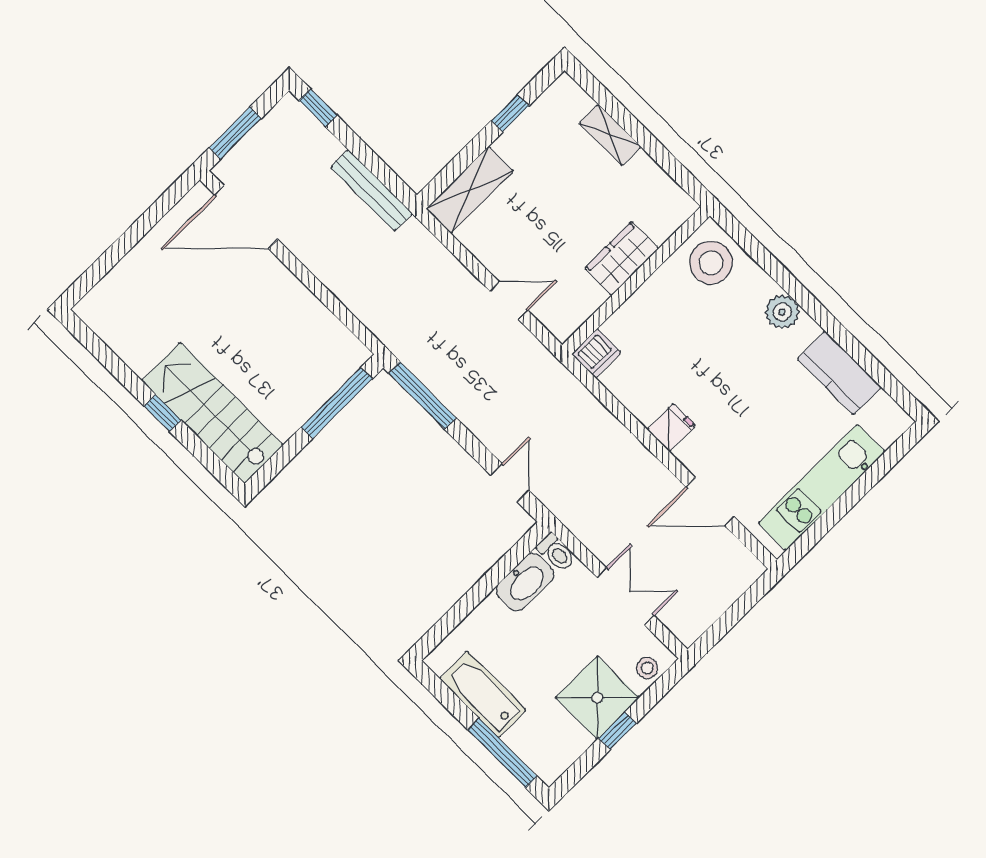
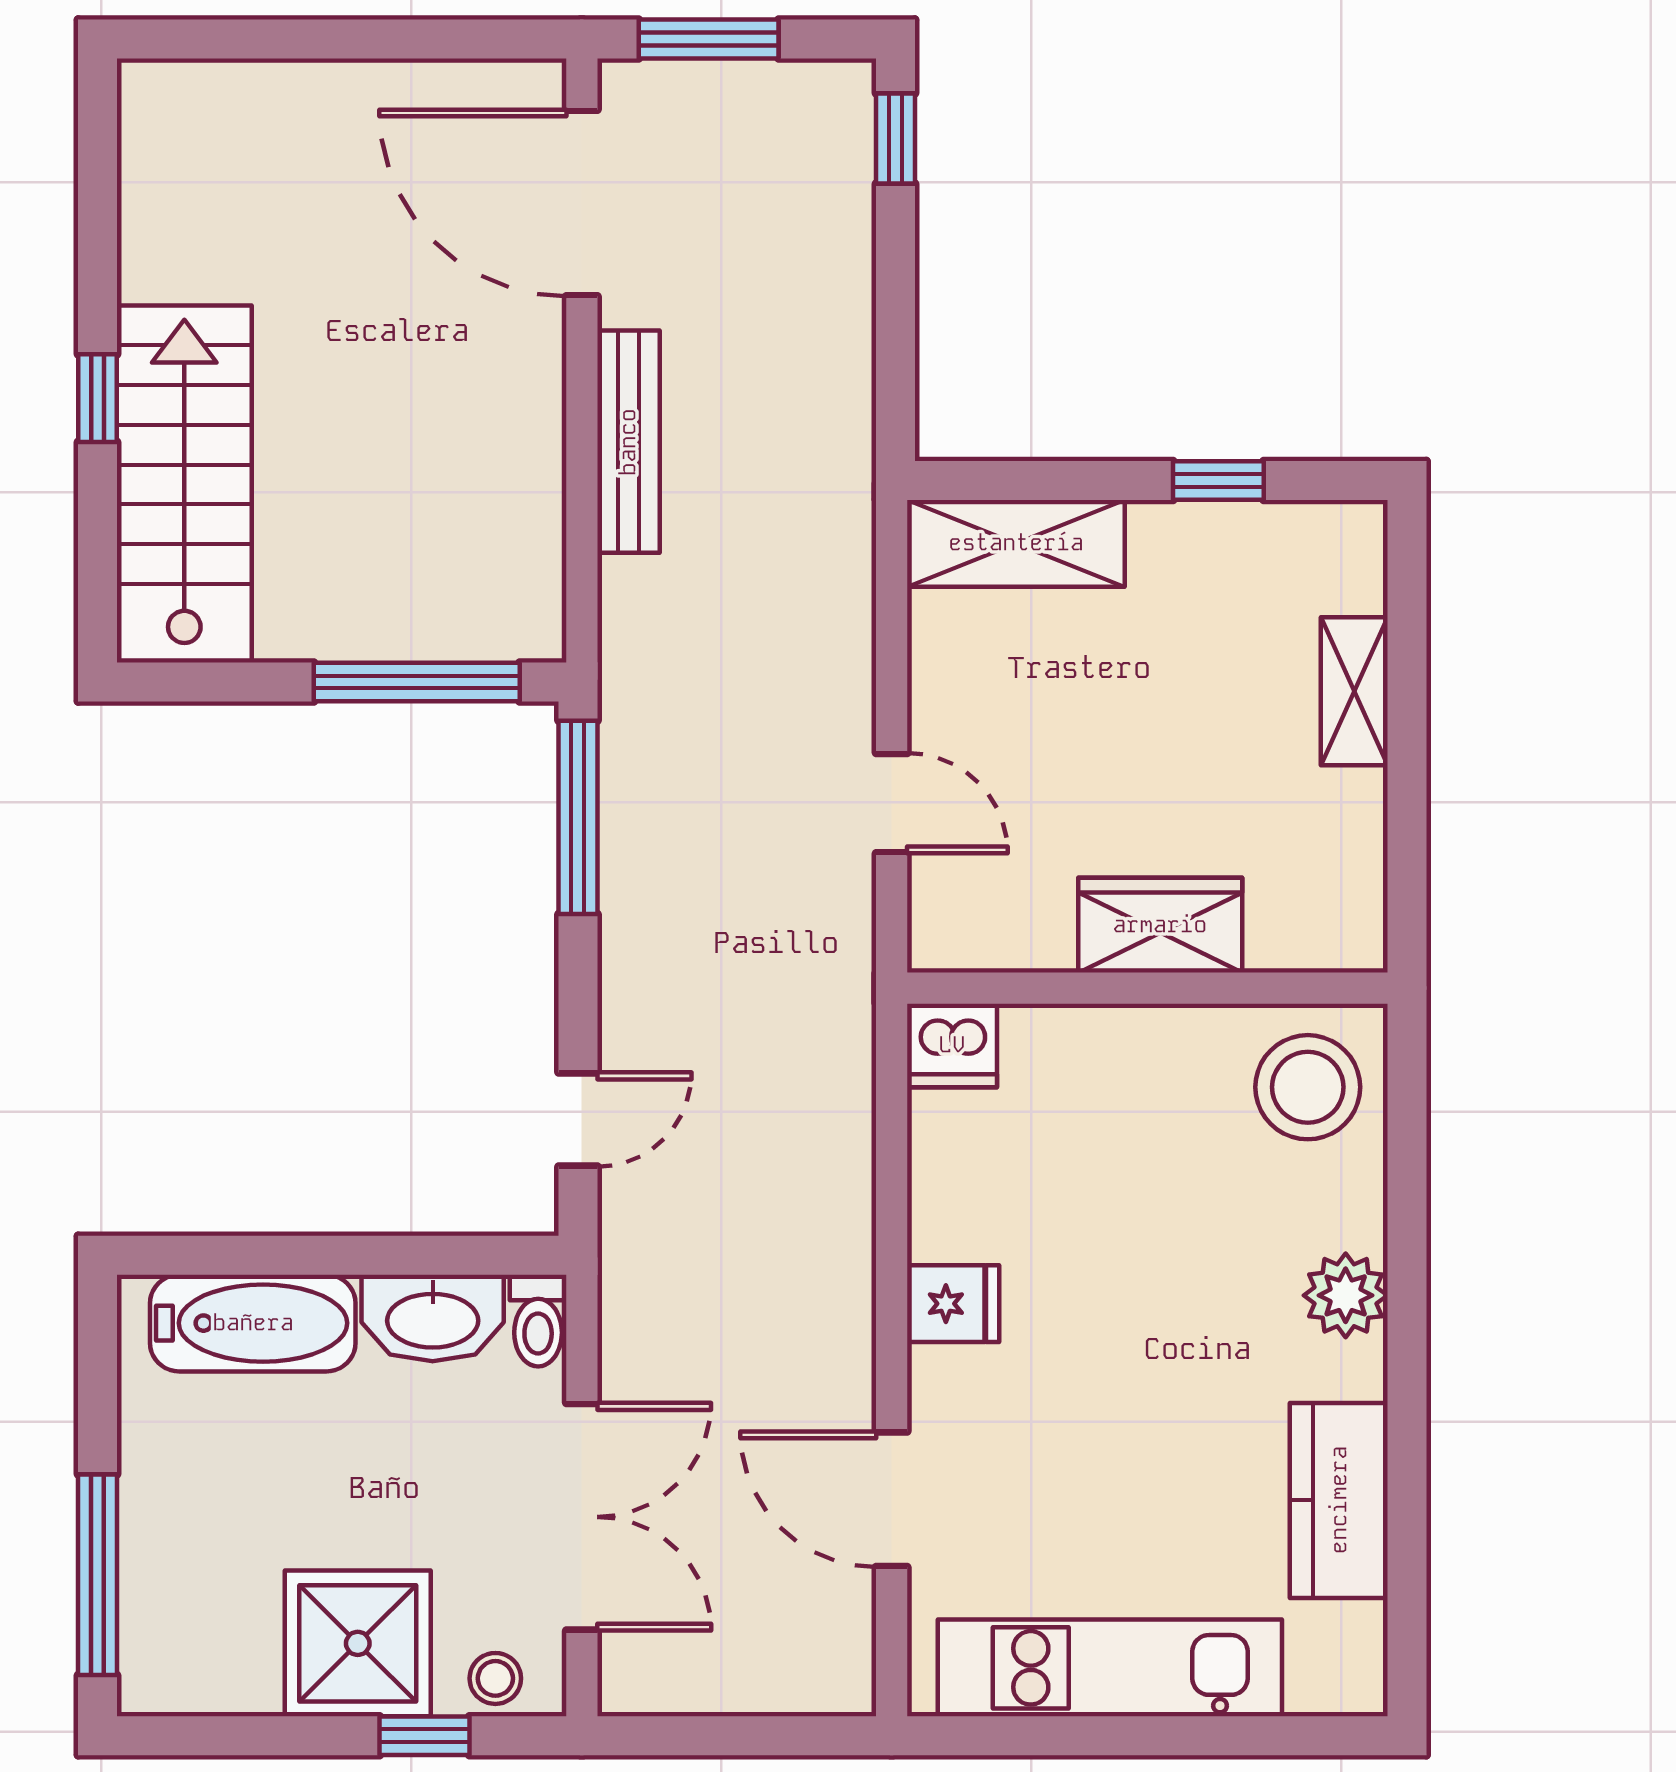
bench: (372, 190) -> (628, 442), moved
double door: (625, 596) -> (582, 1517), width x1.37
bathtub: (483, 694) -> (253, 1323), moved, turned 90
window: (617, 731) -> (425, 1736), moved

